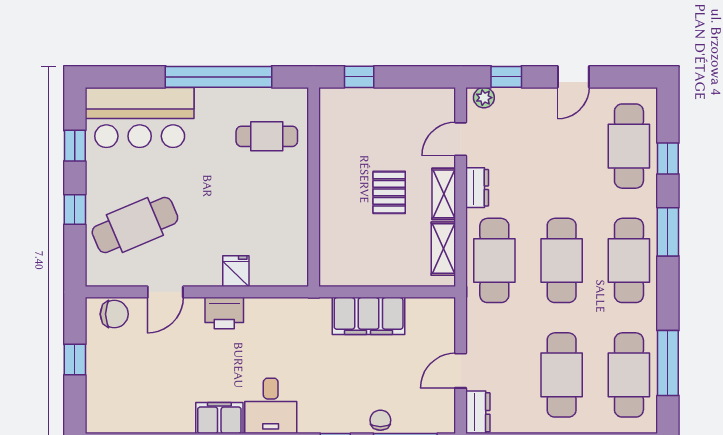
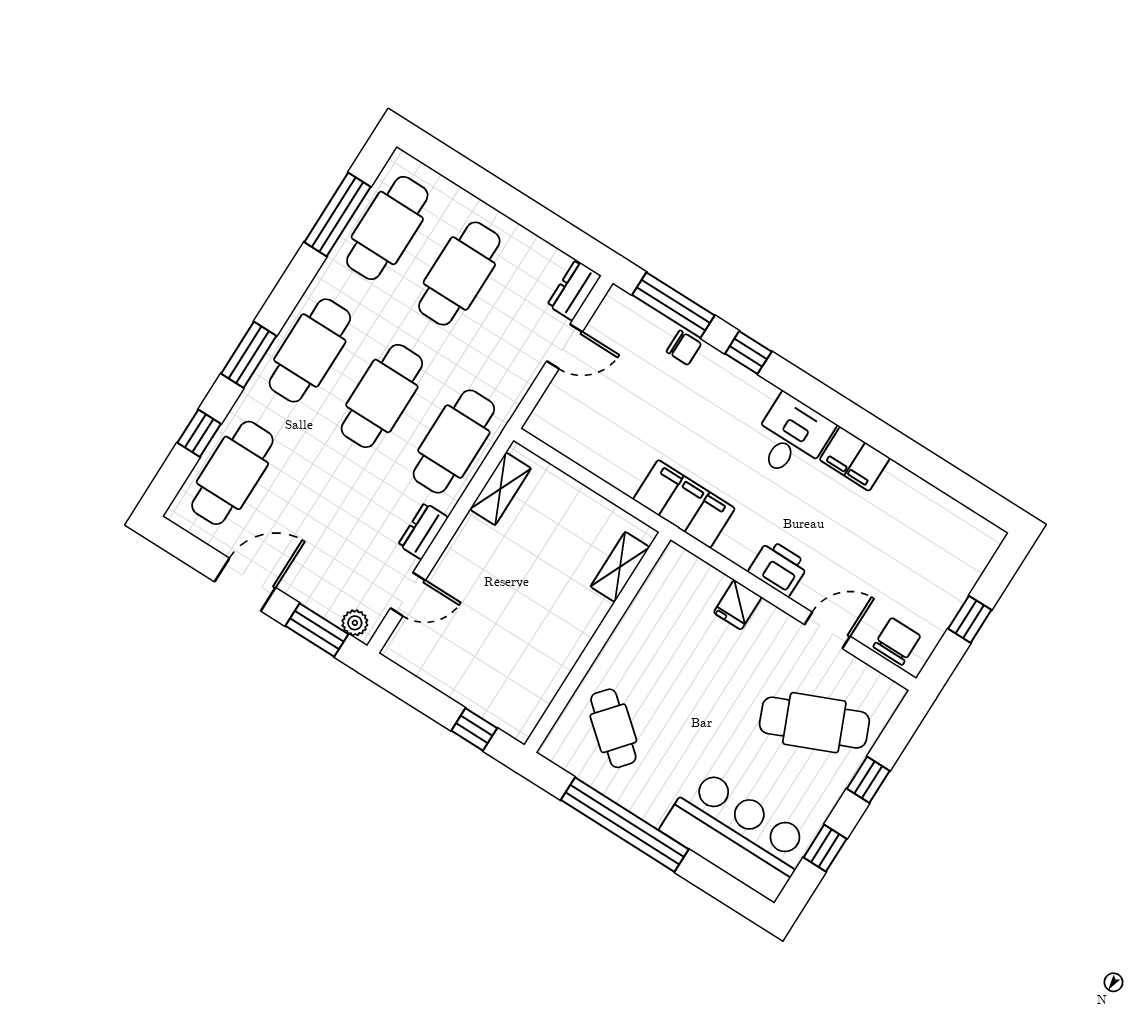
window: (506, 77) -> (317, 630), width x1.50
door: (573, 77) -> (245, 585), width x1.38
cafe table: (267, 136) -> (613, 728), turned 40
pallet: (389, 192) -> (520, 585), removed
shelving: (444, 194) -> (620, 567), moved
chair: (114, 314) -> (897, 641), turned 90
filing cabinet: (369, 316) -> (684, 504), moved
chair: (380, 420) -> (684, 348), turned -90

